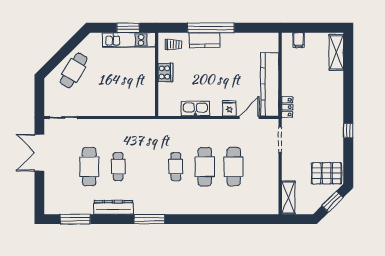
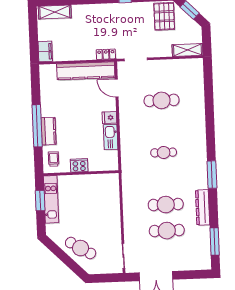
filing cabinet: (299, 40) -> (45, 51), width x2.00
fridge: (229, 108) -> (109, 118), moved
cafe table: (118, 167) -> (166, 205), width x1.37, depth x1.35
cafe table: (205, 167) -> (163, 126), removed

